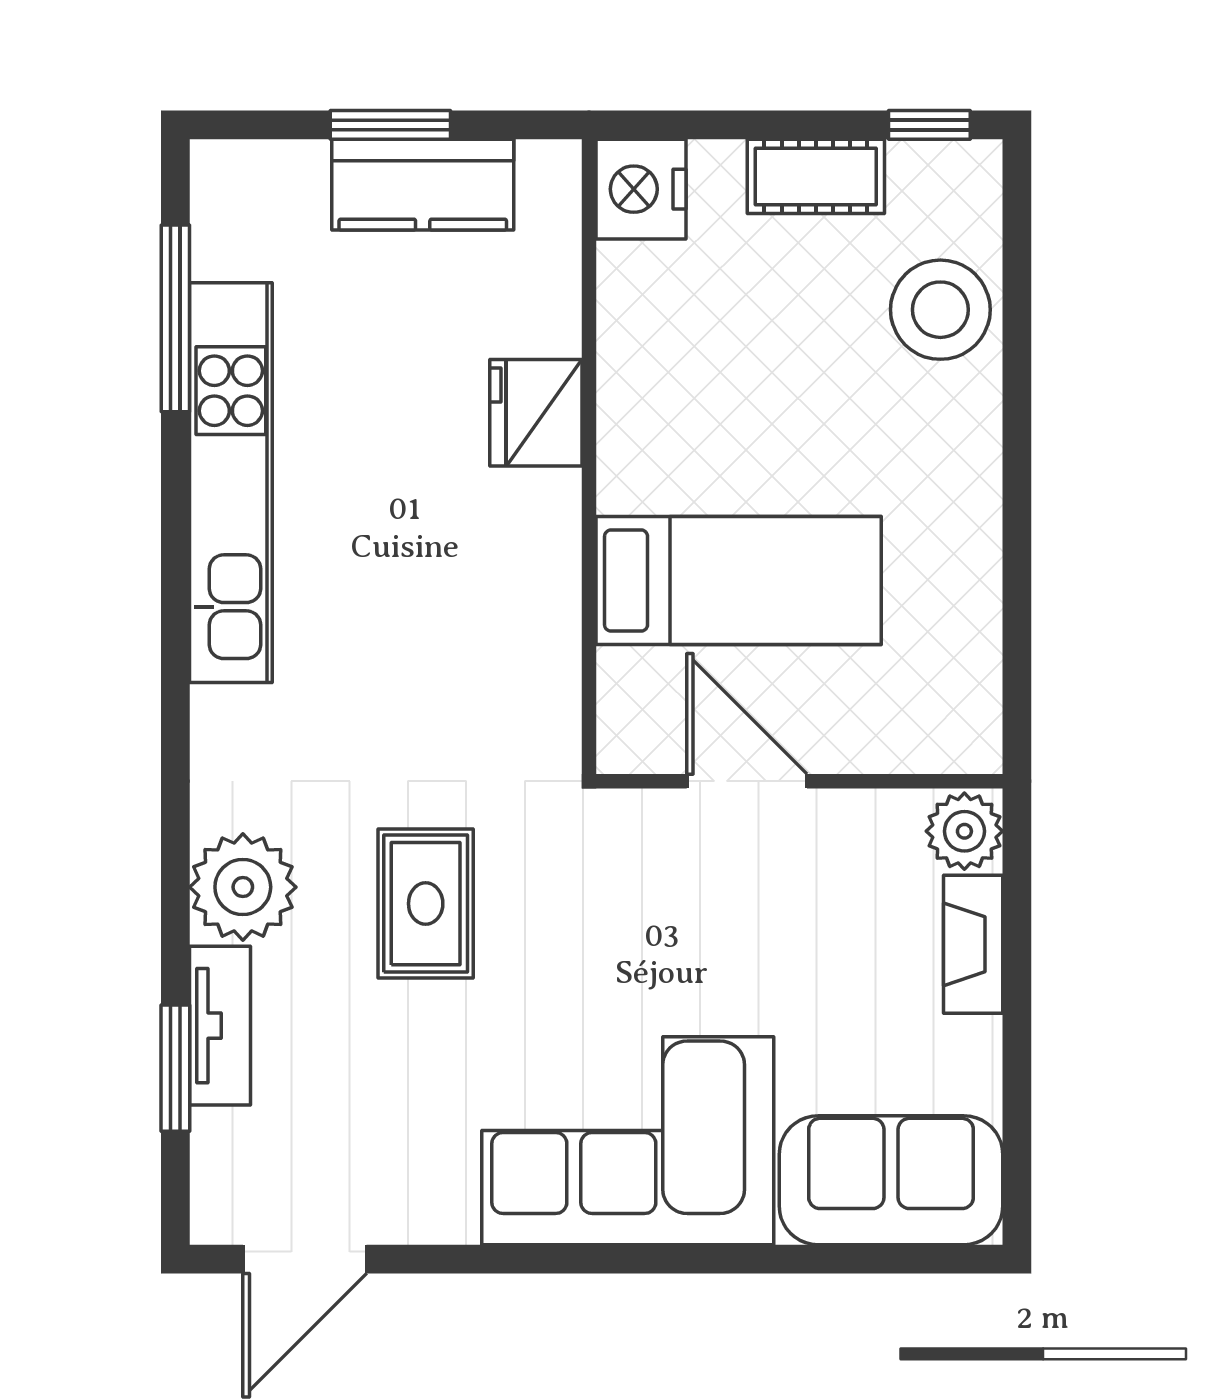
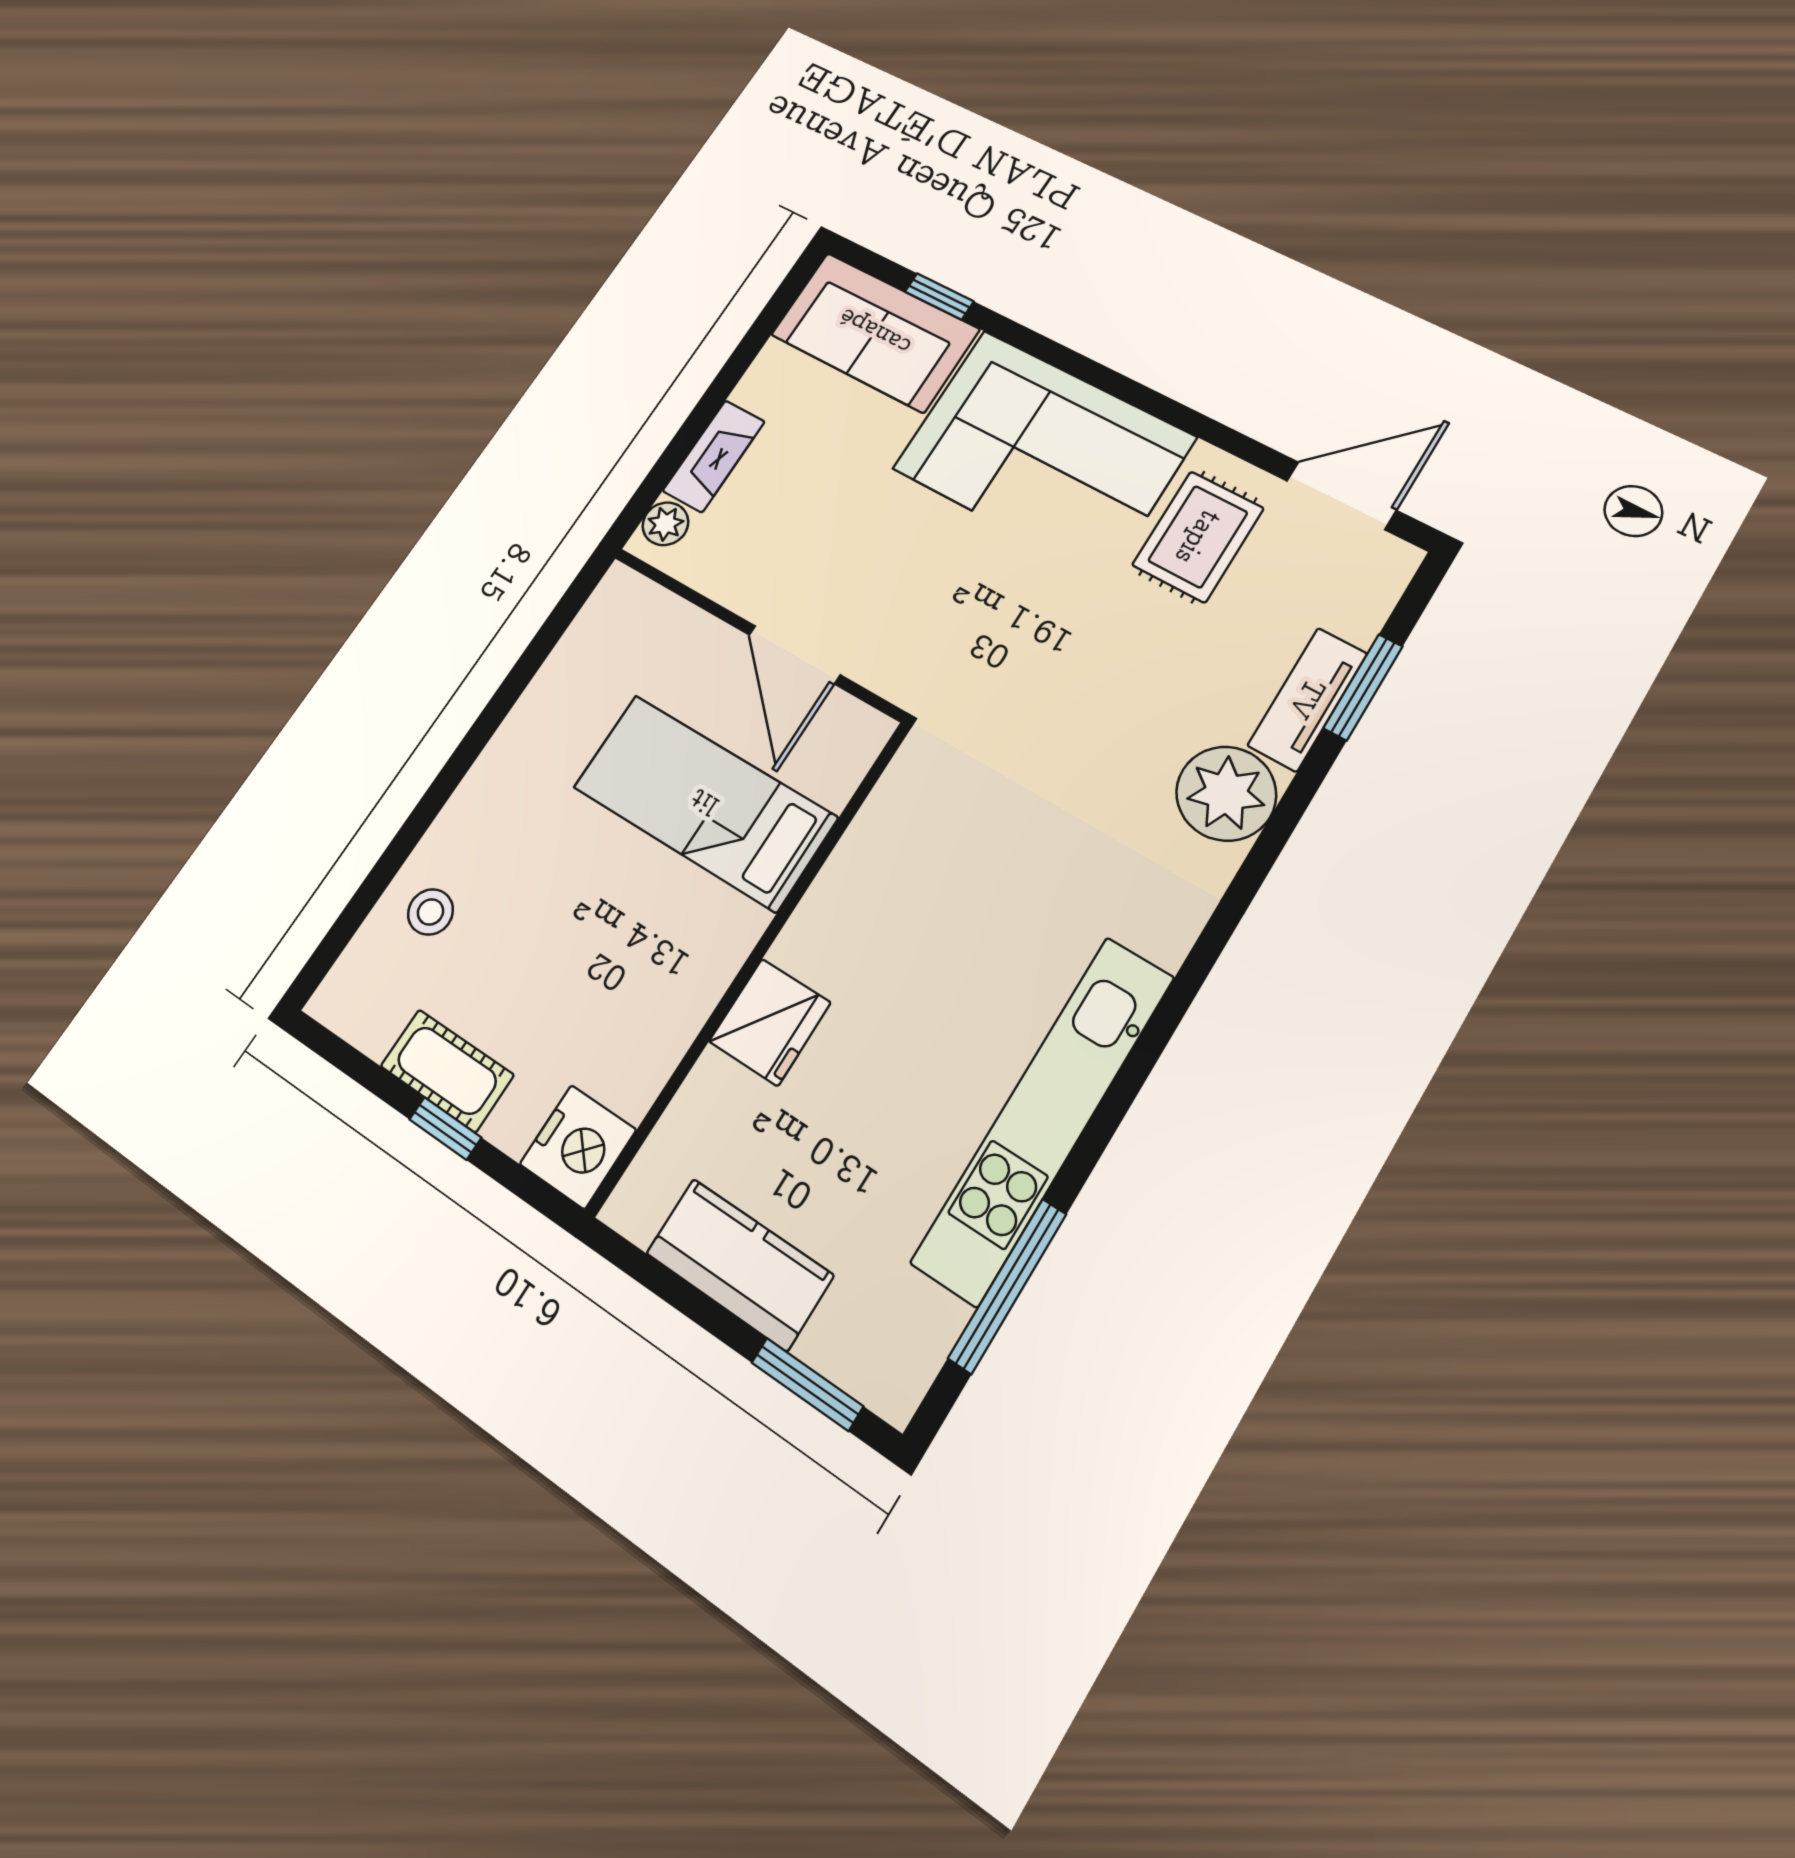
window: (390, 125) -> (807, 1384), moved
window: (929, 125) -> (445, 1128), moved
stool: (940, 310) -> (430, 912), width x0.53, depth x0.53
plant: (964, 831) -> (665, 524), width x0.73, depth x0.73
rug: (426, 904) -> (1198, 537), moved
window: (847, 1259) -> (939, 297), added

